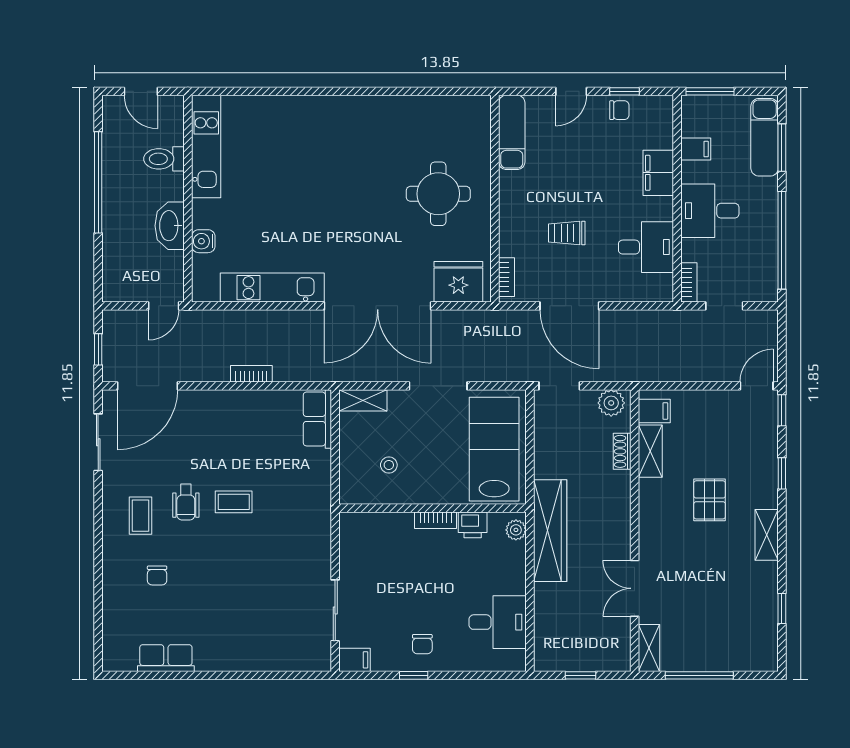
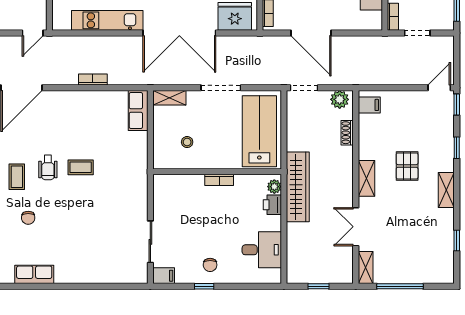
shelving: (650, 451) -> (366, 178), moved
printer: (473, 525) -> (272, 205), moved, turned 90

